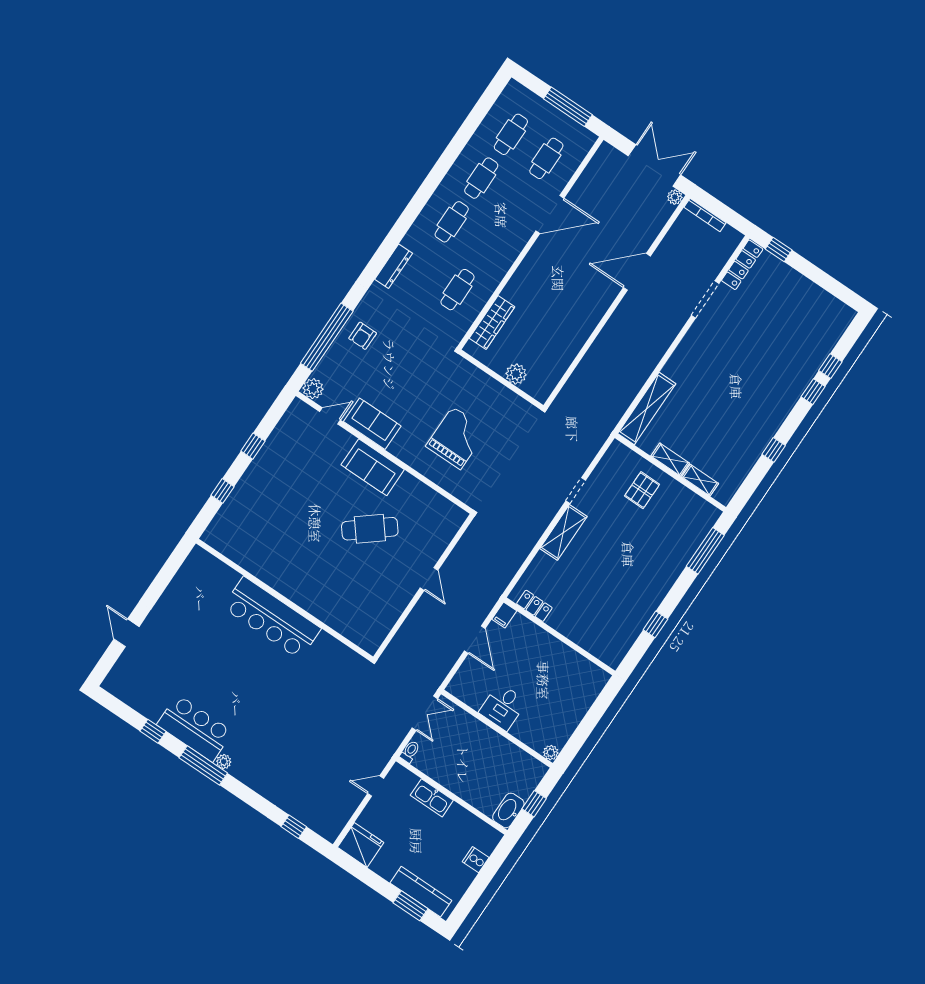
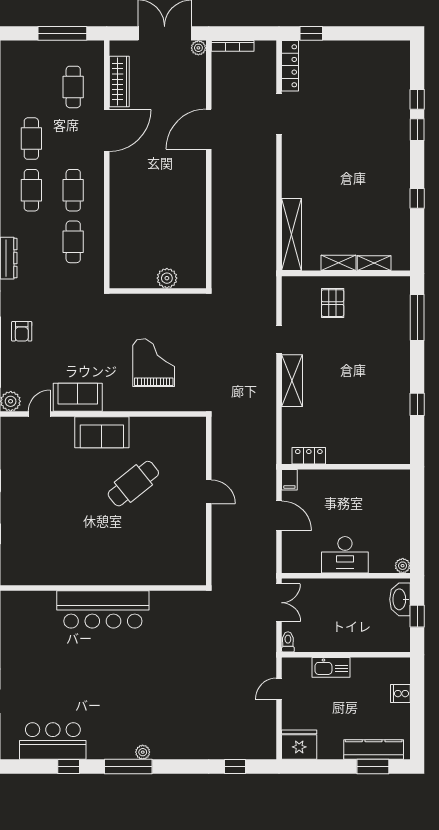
cafe table: (511, 134) -> (73, 190), moved
wardrobe: (492, 323) -> (119, 82), moved
desk: (503, 707) -> (345, 555), width x1.37
bar counter: (195, 728) -> (53, 741), moved
washbasin: (508, 810) -> (400, 599), moved

